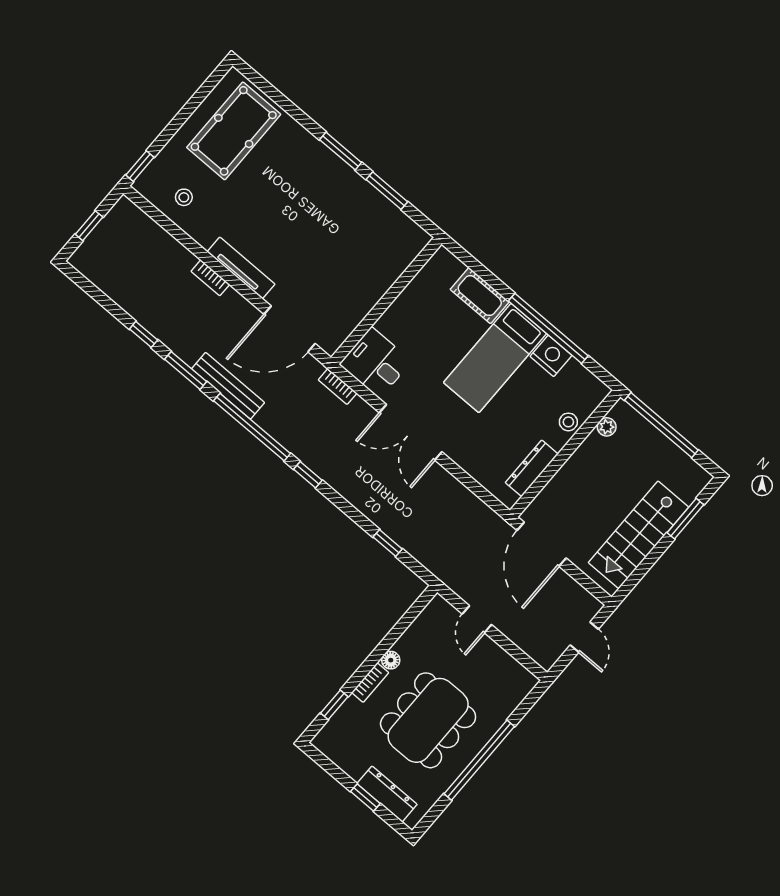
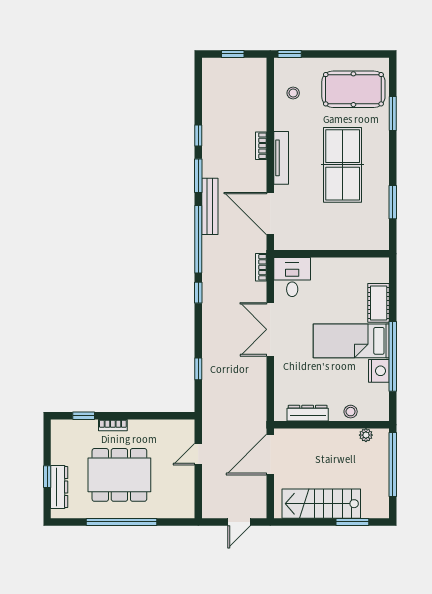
window: (341, 151) -> (393, 114), moved
table tennis table: (303, 210) -> (343, 165), added
floor lamp: (391, 660) -> (135, 426), removed

